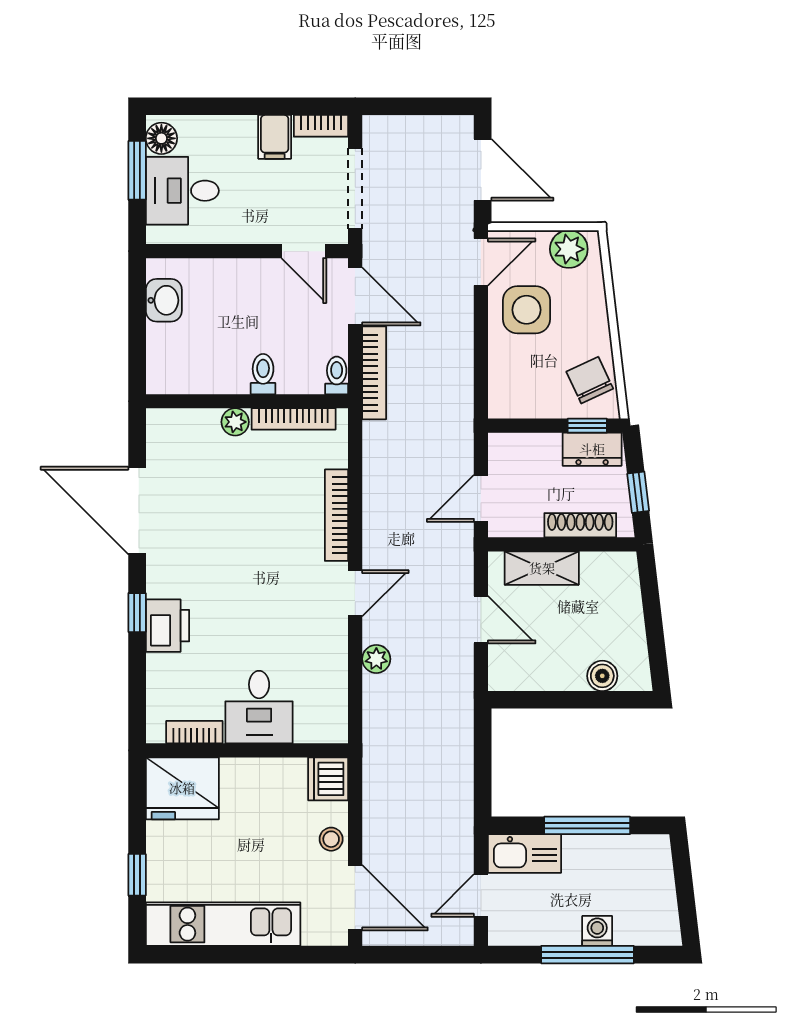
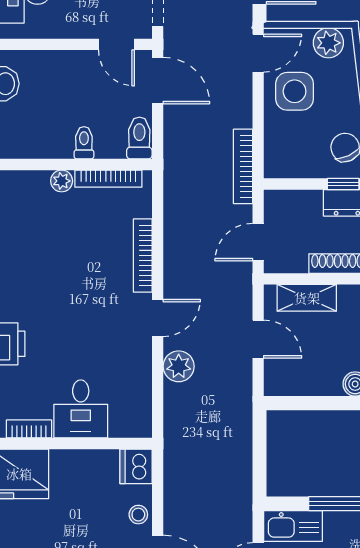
bookcase: (374, 373) -> (243, 166), moved, turned 180
toilet: (337, 375) -> (139, 138), width x1.37, depth x1.39
plant: (376, 659) -> (179, 366), width x1.38, depth x1.38

